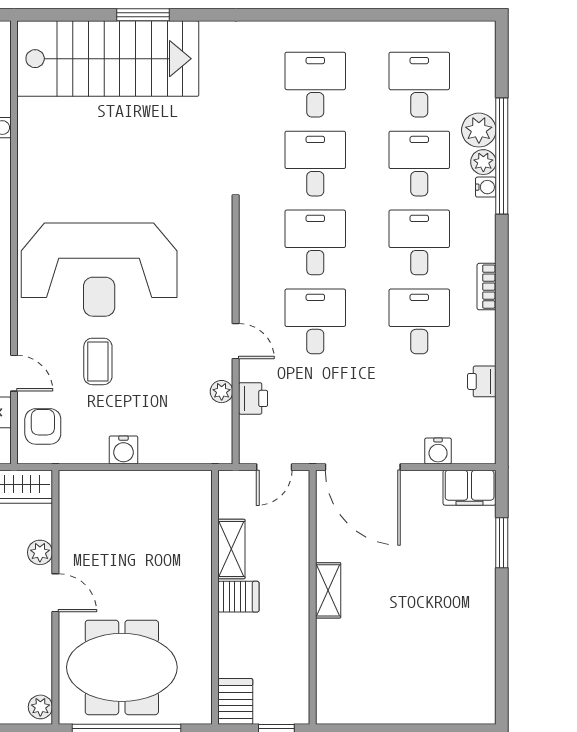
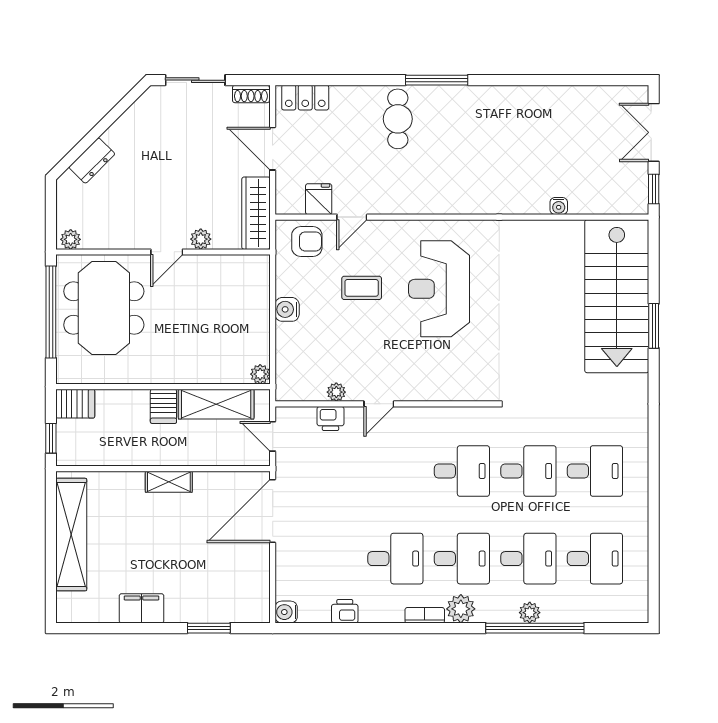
plant: (479, 130) -> (461, 609), moved
water cooler: (486, 187) -> (509, 615), removed
reception desk: (99, 270) -> (439, 289), width x0.74, depth x0.77
desk: (315, 321) -> (395, 471), removed
water cooler: (438, 451) -> (286, 612), moved
plant: (200, 482) -> (260, 374), added
filing cabinet: (470, 488) -> (141, 608), moved, turned 90
shelving: (231, 549) -> (216, 404), width x1.50, depth x1.33
shelving: (391, 706) -> (71, 535), added

